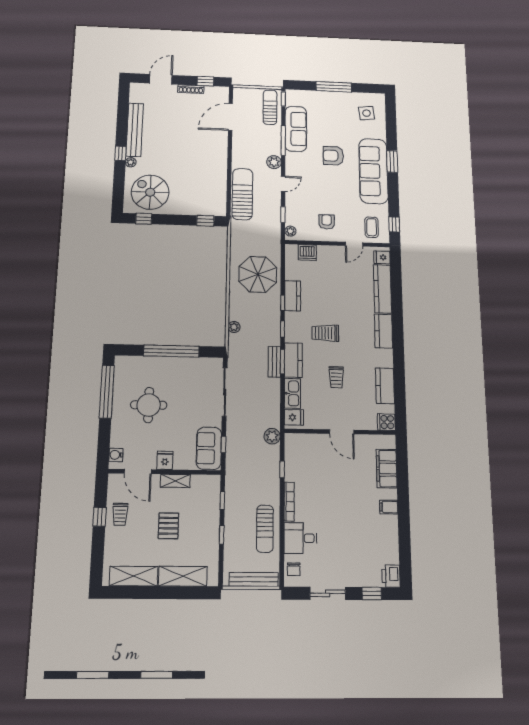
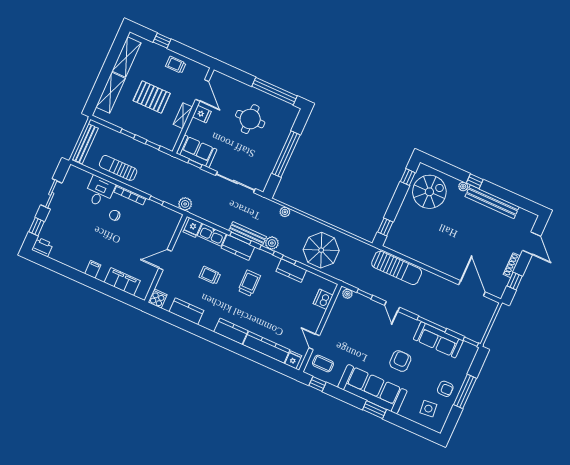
sun lounger: (270, 107) -> (467, 327), removed
plant: (274, 162) -> (272, 243), moved
armchair: (327, 222) -> (445, 389), moved
bench: (274, 362) -> (248, 234), width x1.36
water cooler: (116, 455) -> (222, 79), removed
door: (138, 471) -> (202, 90), swing flipped
window: (100, 517) -> (162, 41), moved
pallet: (168, 526) -> (152, 97), width x1.50, depth x1.42
chair: (294, 569) -> (115, 215), moved

